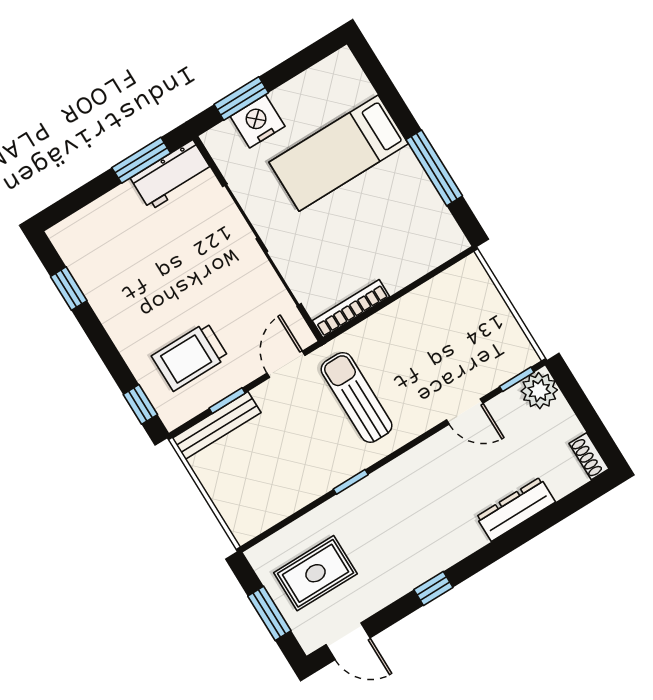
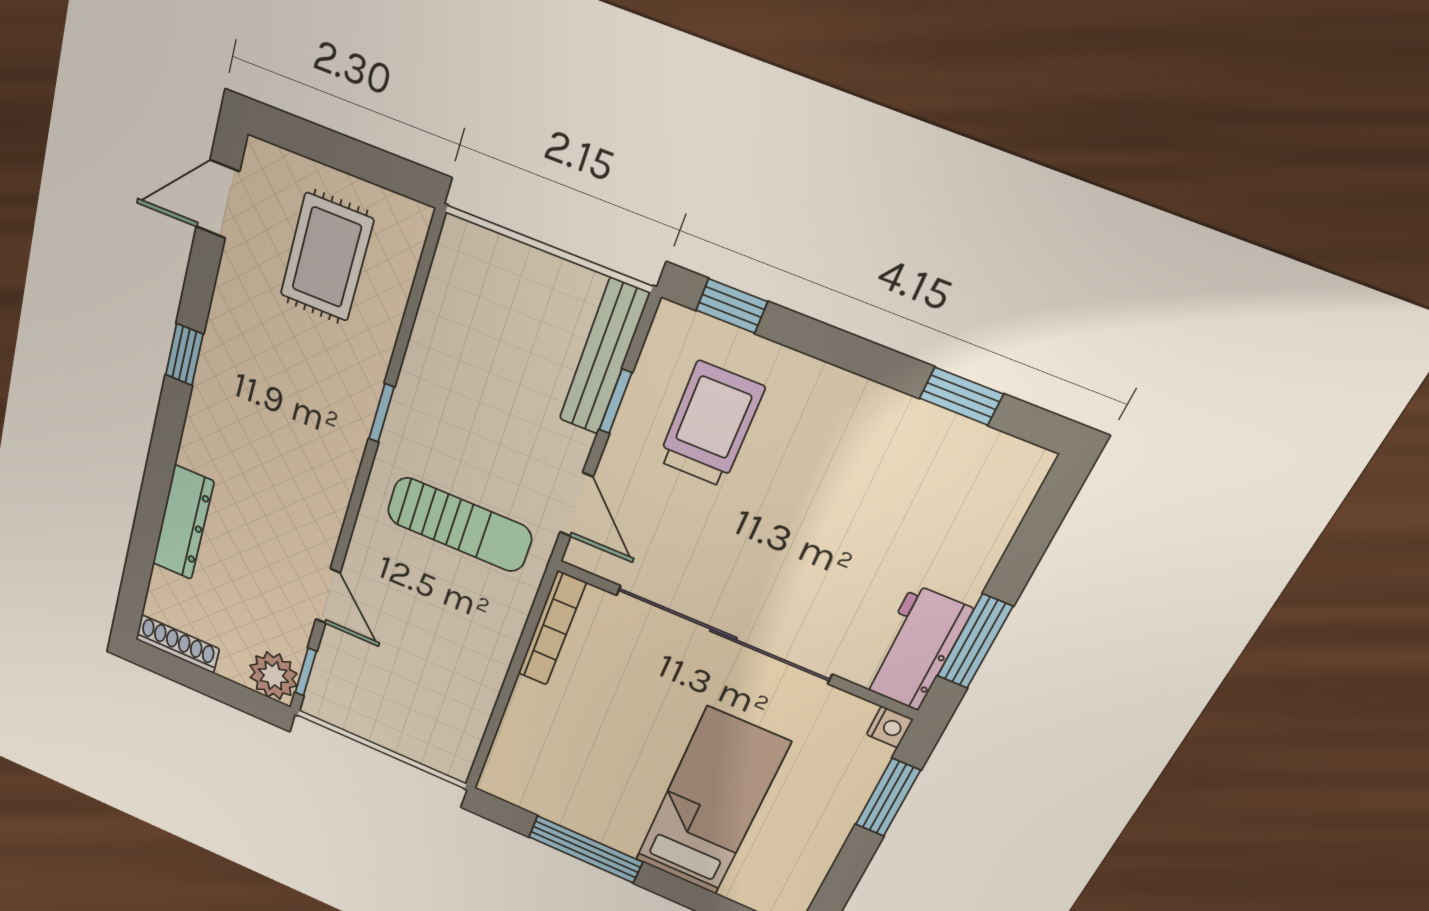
nightstand: (258, 121) -> (890, 727), moved, width x0.53, depth x0.56
door: (465, 412) -> (328, 596), swing flipped
shoe rack: (589, 456) -> (177, 644), width x1.43
window: (269, 613) -> (337, 151), removed

